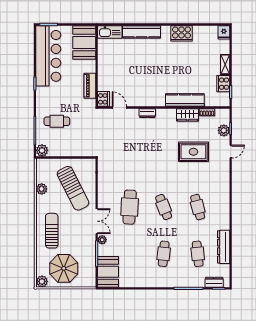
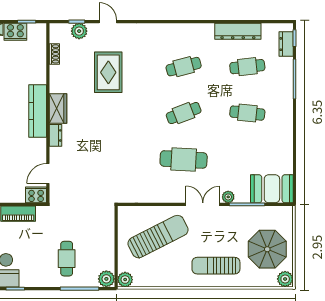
kitchen counter: (185, 100) -> (38, 111), moved
wardrobe: (188, 115) -> (58, 108), moved
plant: (42, 189) -> (125, 280), moved

